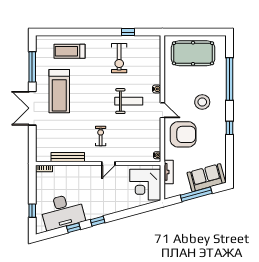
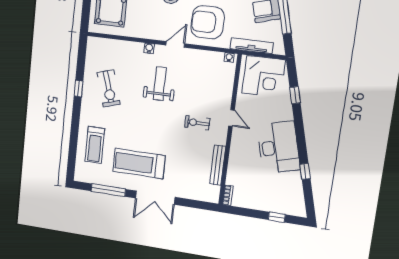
window: (128, 32) -> (79, 89), moved
exercise bike: (119, 58) -> (109, 88), turned 73
treadmill: (59, 91) -> (139, 163), turned 180
armchair: (183, 134) -> (207, 22), turned -90
tv unit: (169, 172) -> (252, 46), width x1.41
desk: (62, 212) -> (278, 147), moved
window: (98, 221) -> (295, 95), moved

